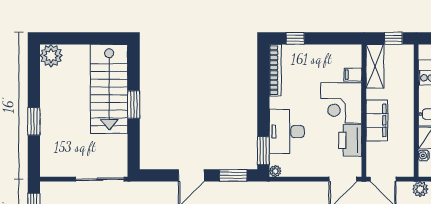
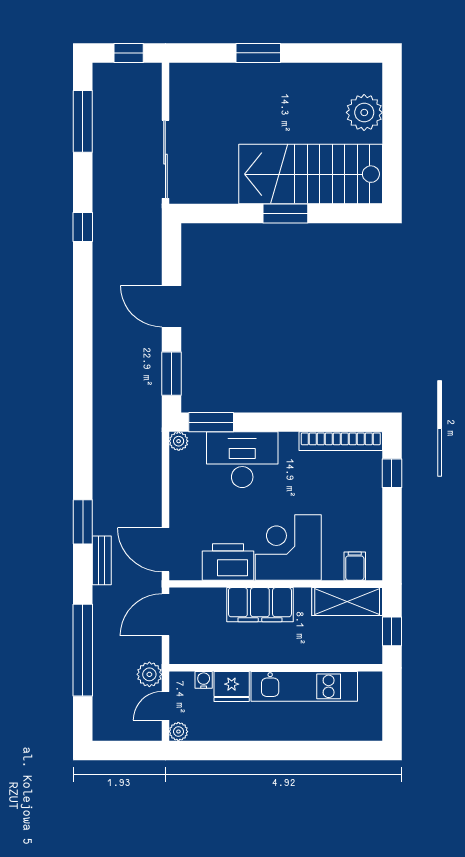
plant: (51, 56) -> (364, 112), moved
filing cabinet: (353, 75) -> (355, 566), moved

